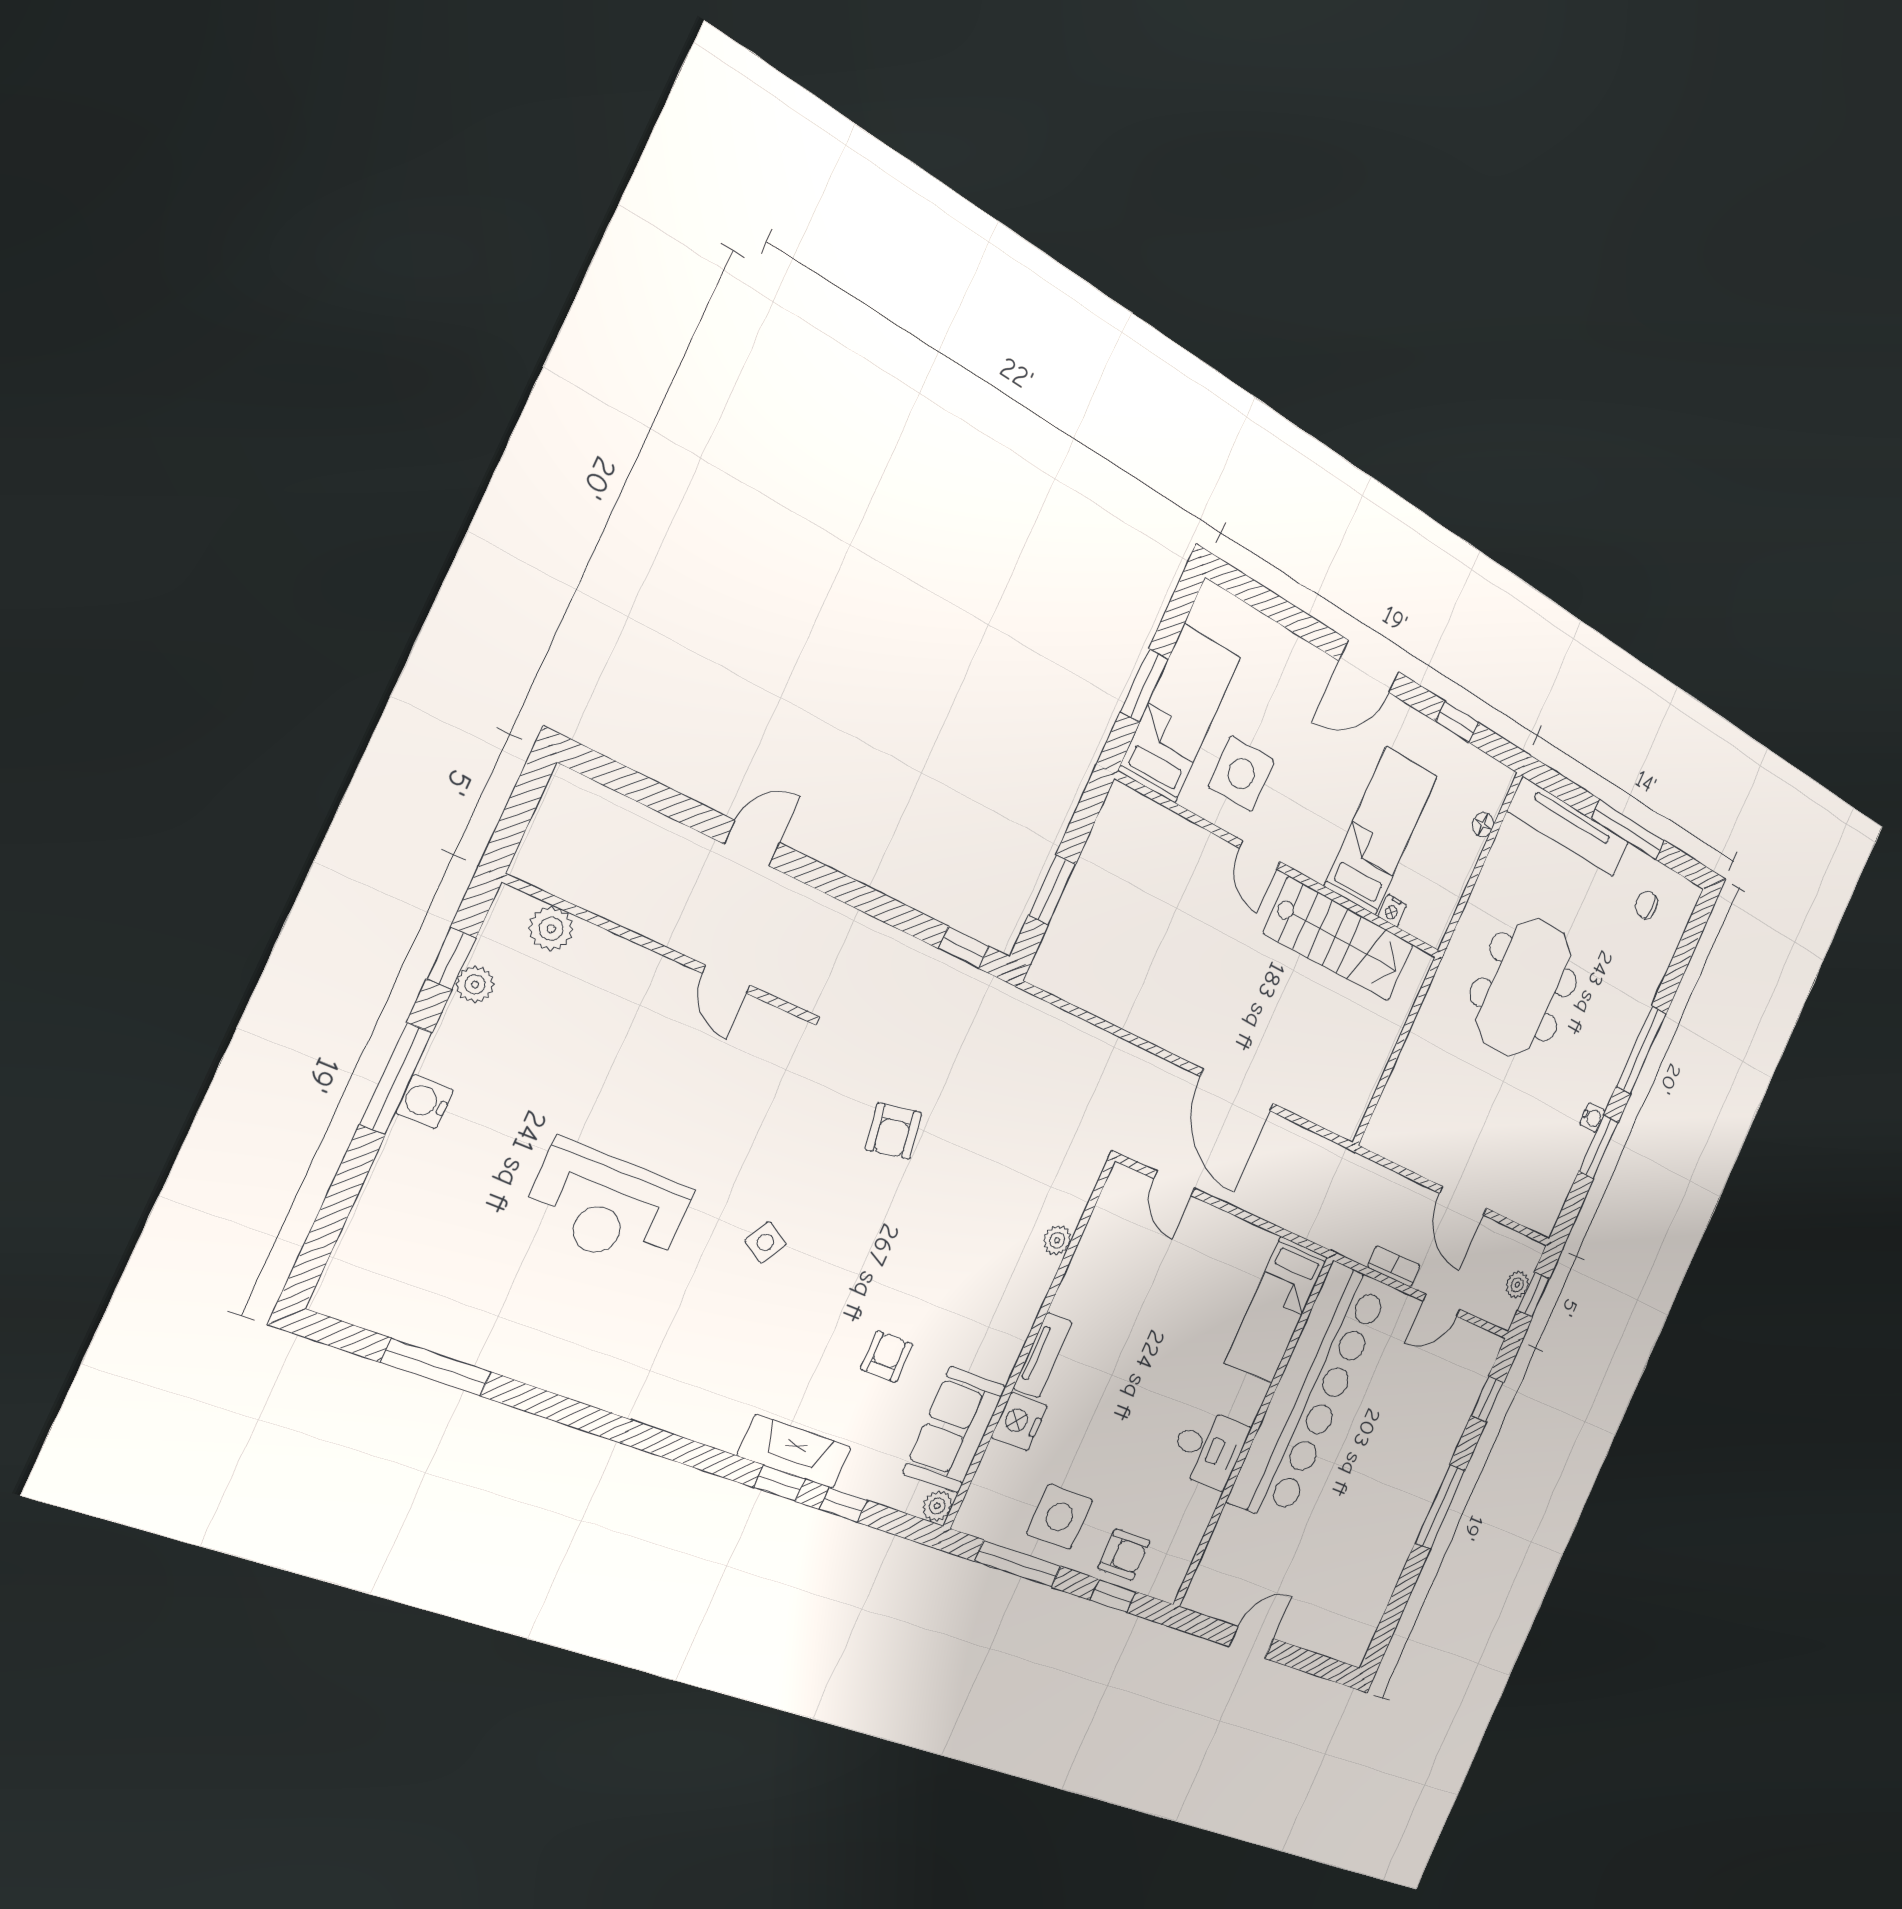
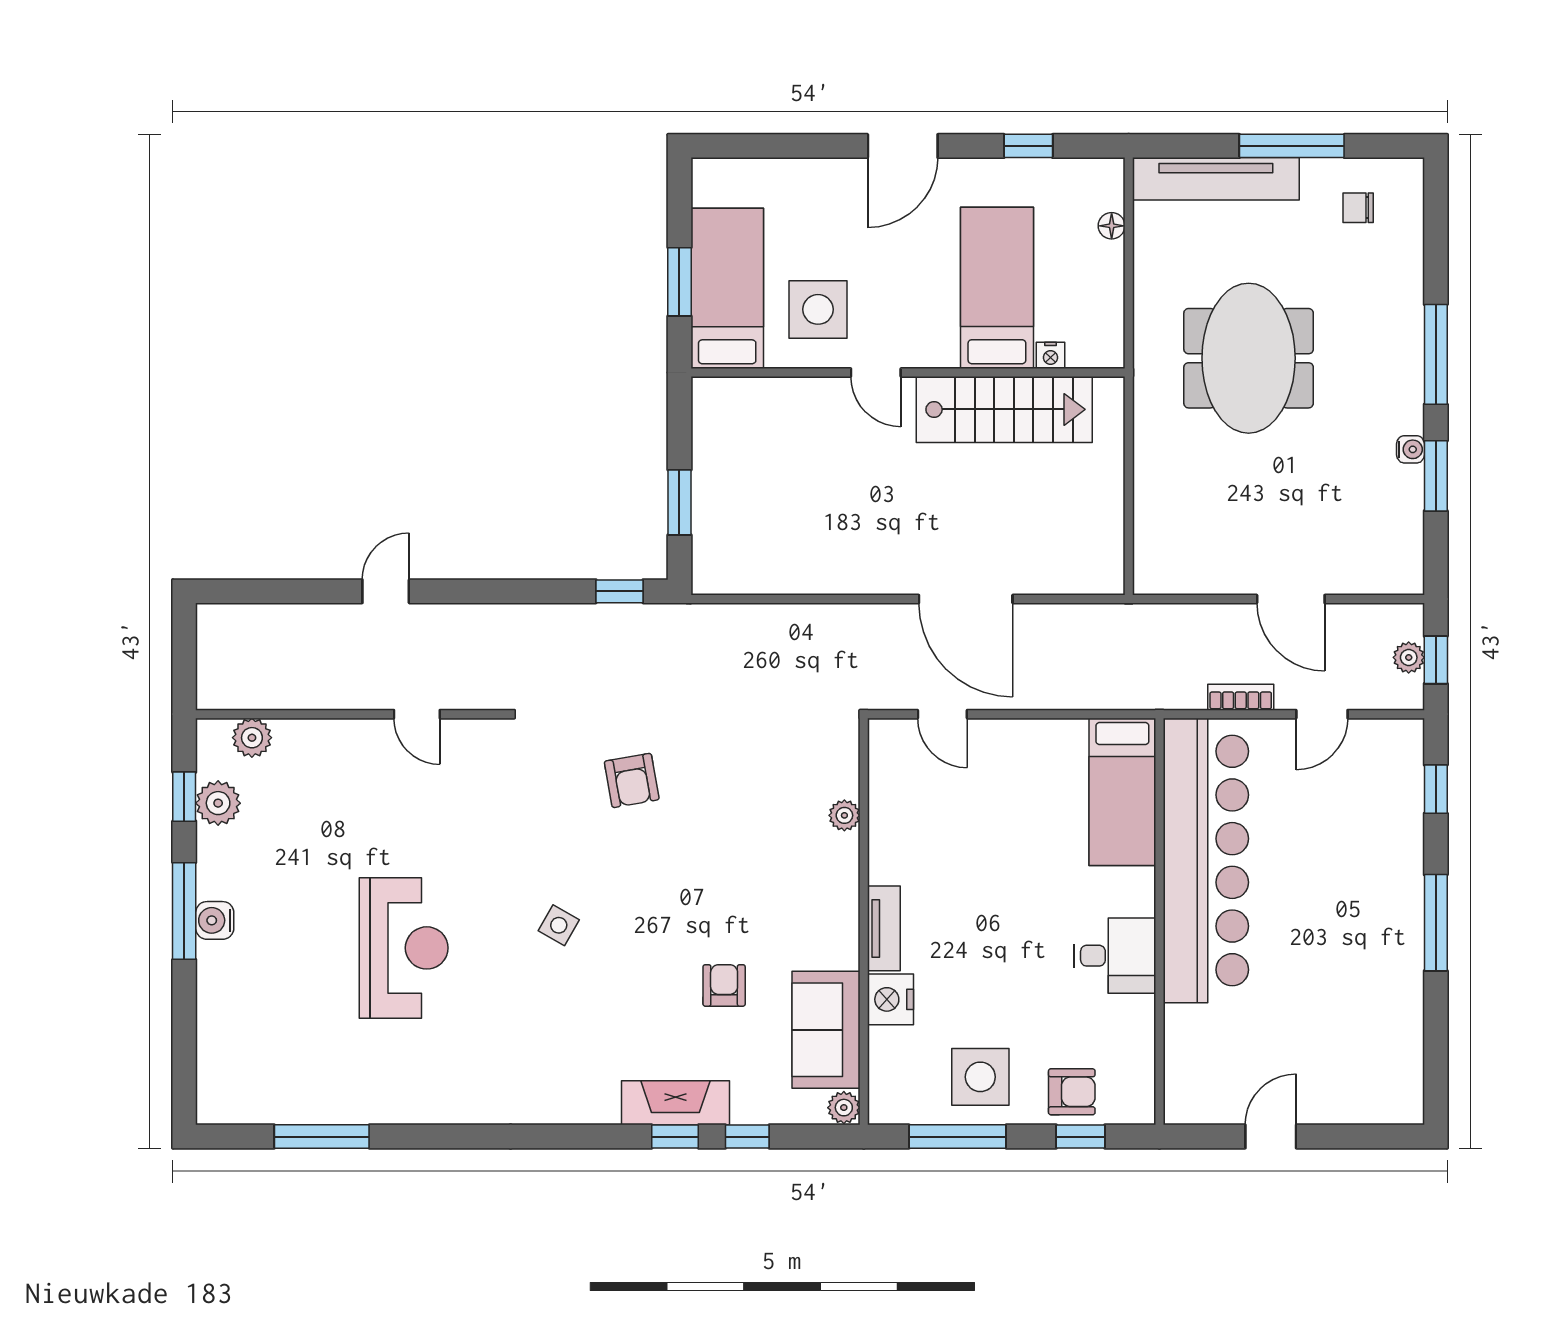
plant: (475, 984) -> (218, 803), width x1.38, depth x1.38
reception desk: (607, 1207) -> (404, 948), turned -90

